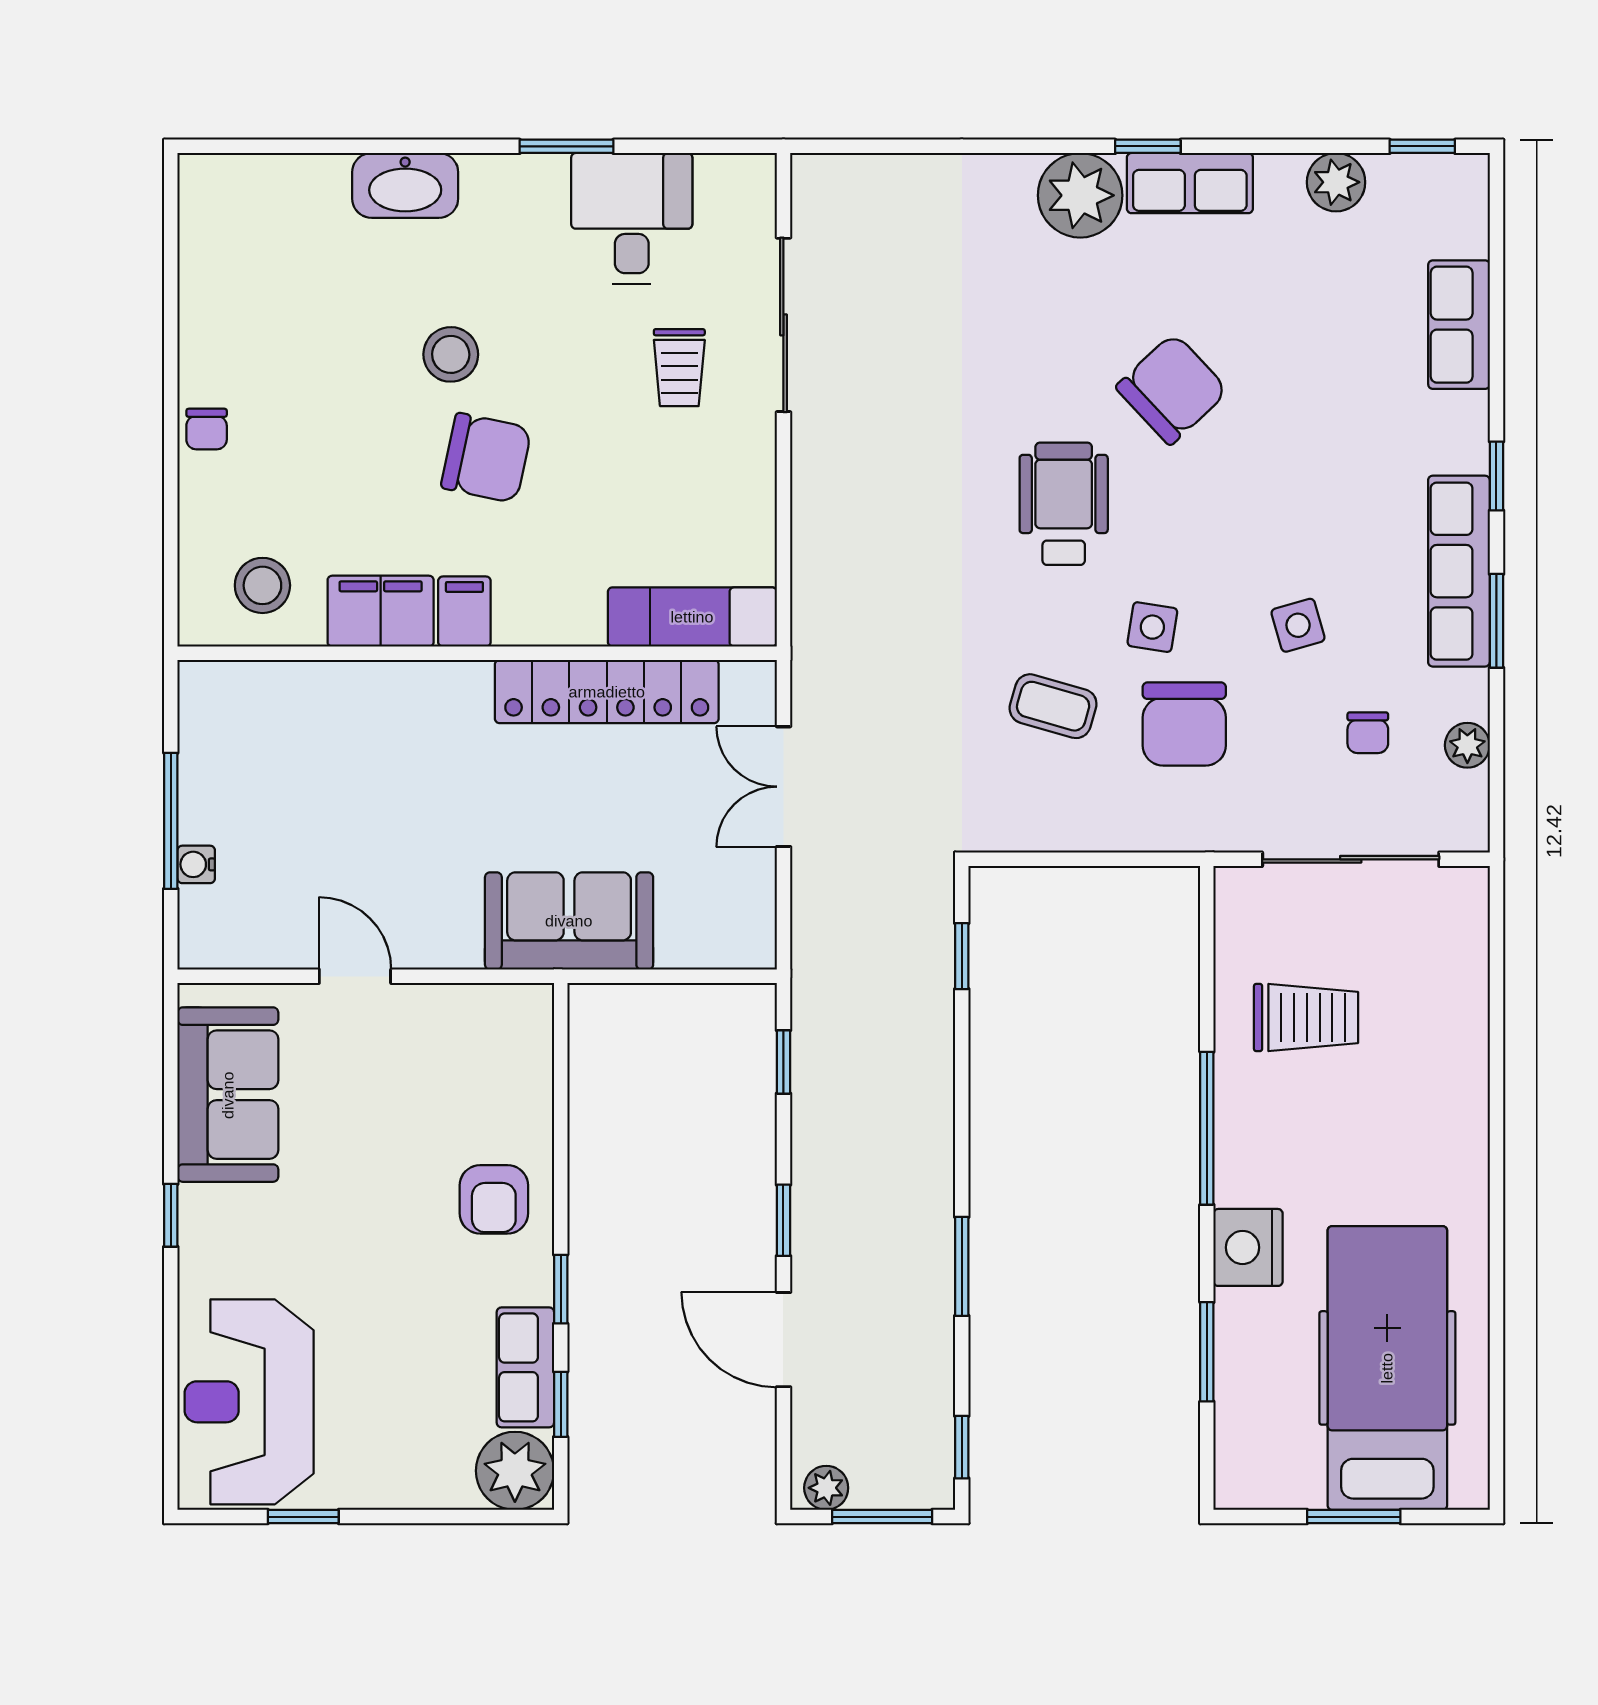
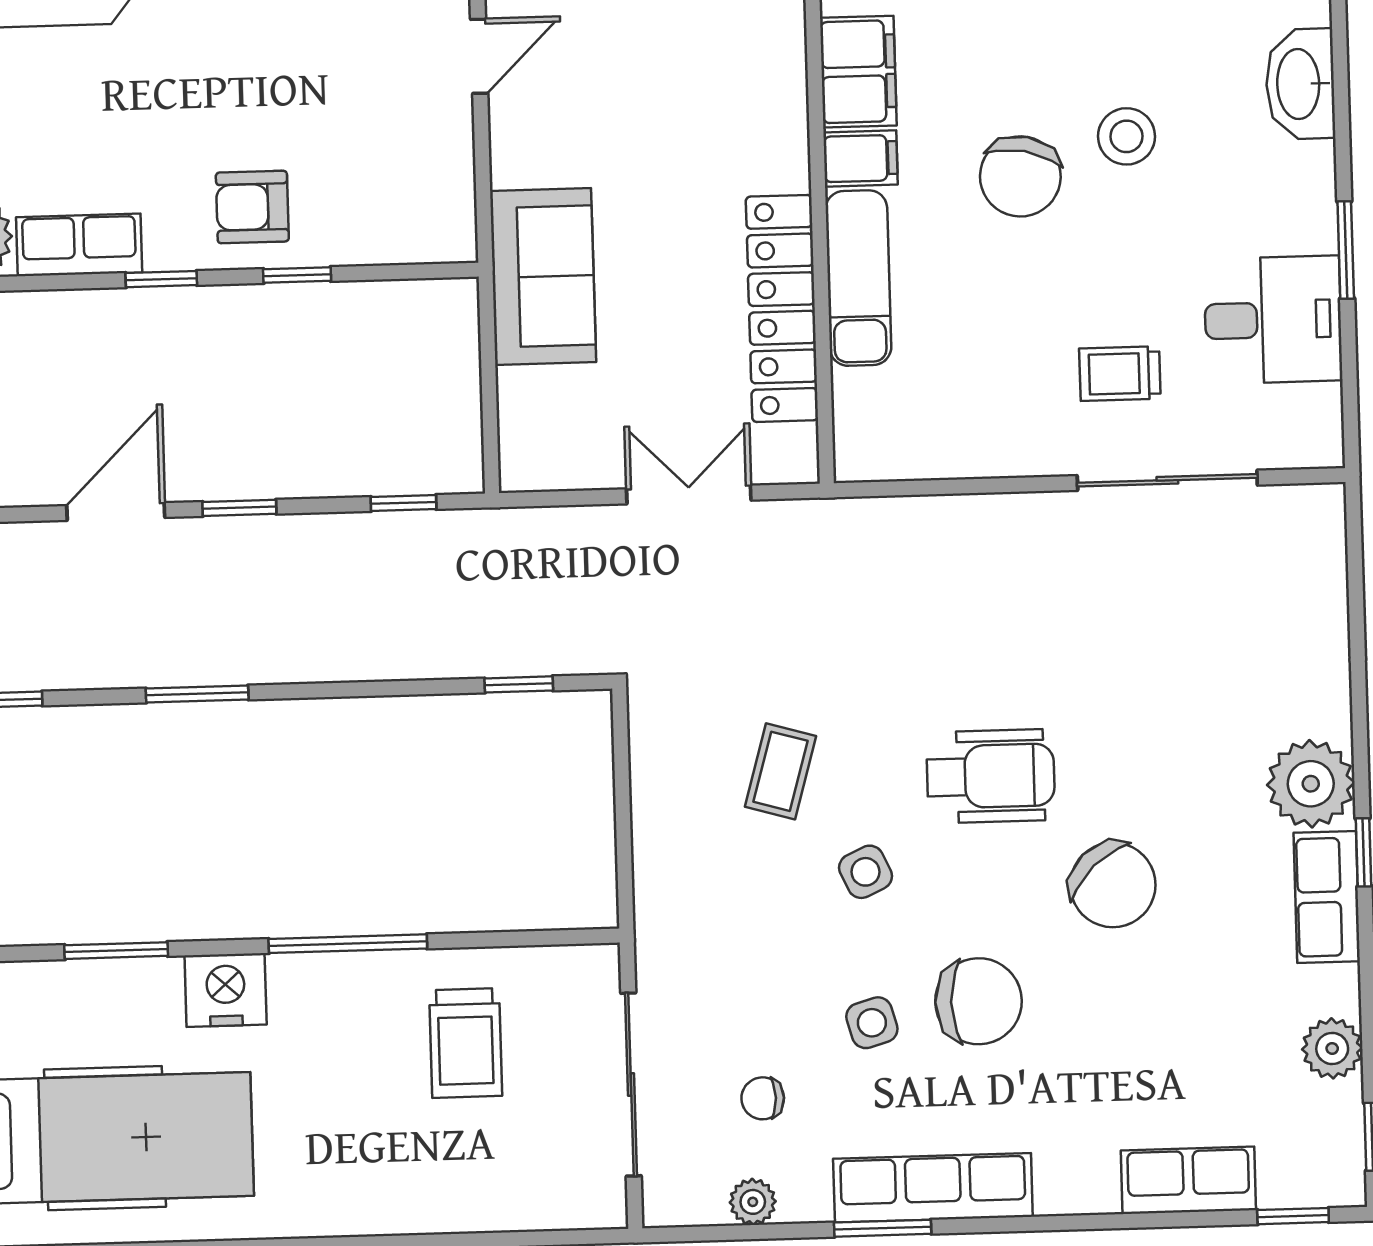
window: (1496, 476) -> (1293, 1216), moved
exam couch: (692, 617) -> (858, 278), moved
side table: (1152, 627) -> (866, 872), turned -34
chair: (1184, 724) -> (979, 1001), moved, turned 180
window: (561, 1404) -> (297, 275), moved

